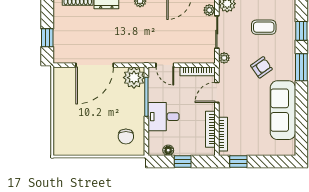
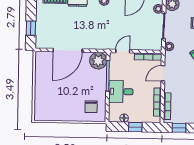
door: (165, 65) -> (123, 51), swing flipped

